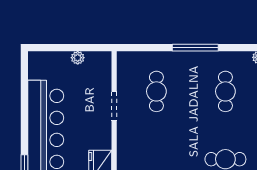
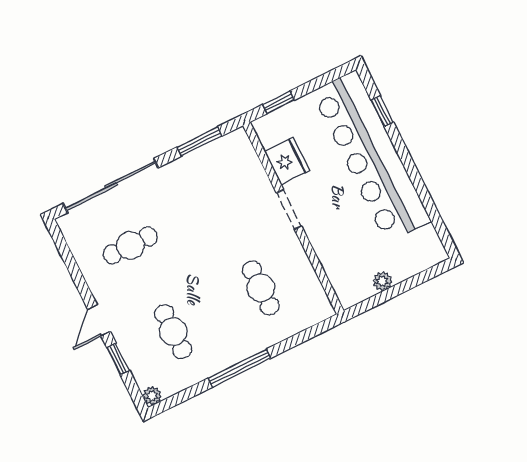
doorway: (114, 106) -> (289, 210), moved

